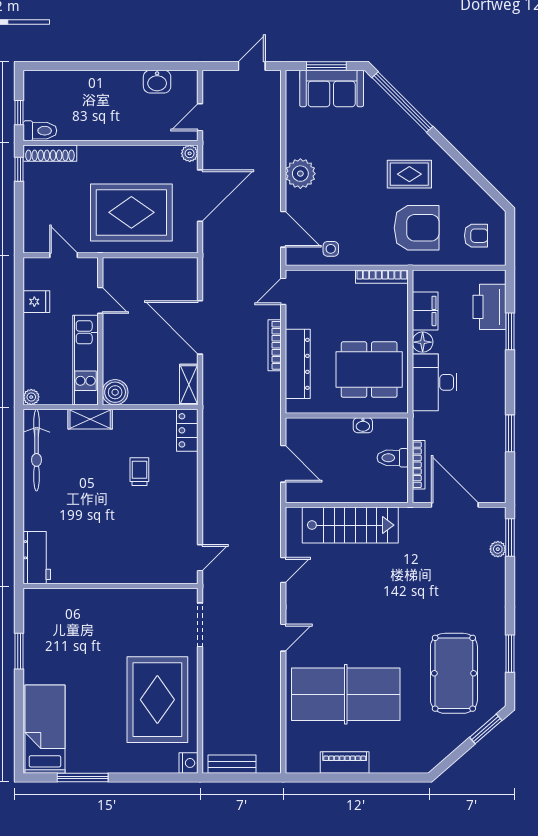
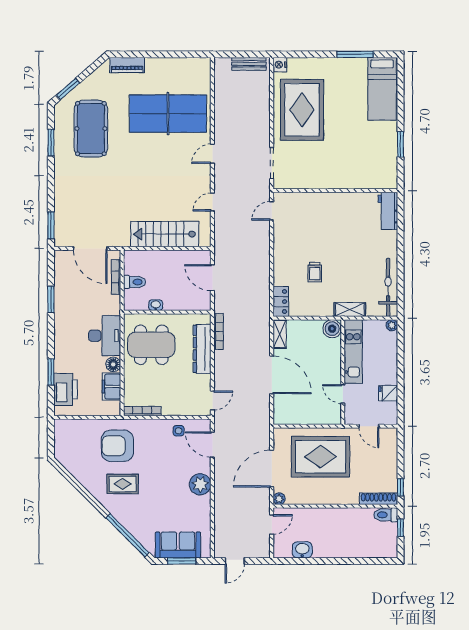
armchair: (476, 236) -> (75, 440), removed
bookcase: (275, 345) -> (219, 331), moved
plant: (498, 549) -> (60, 217), removed
piano: (345, 762) -> (127, 65), moved

